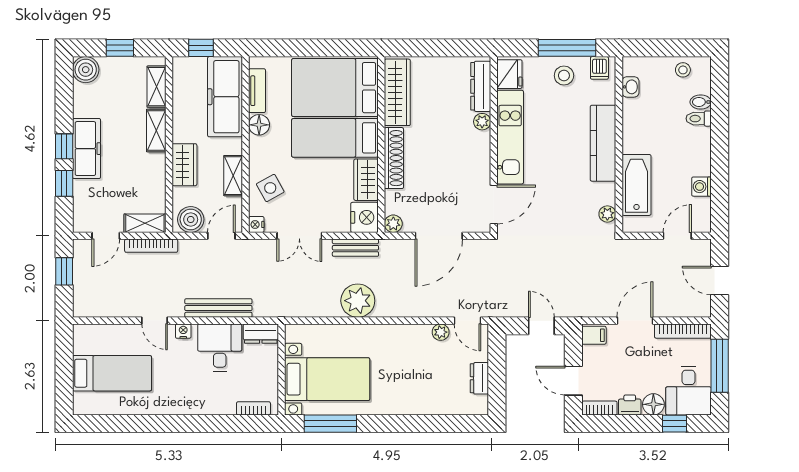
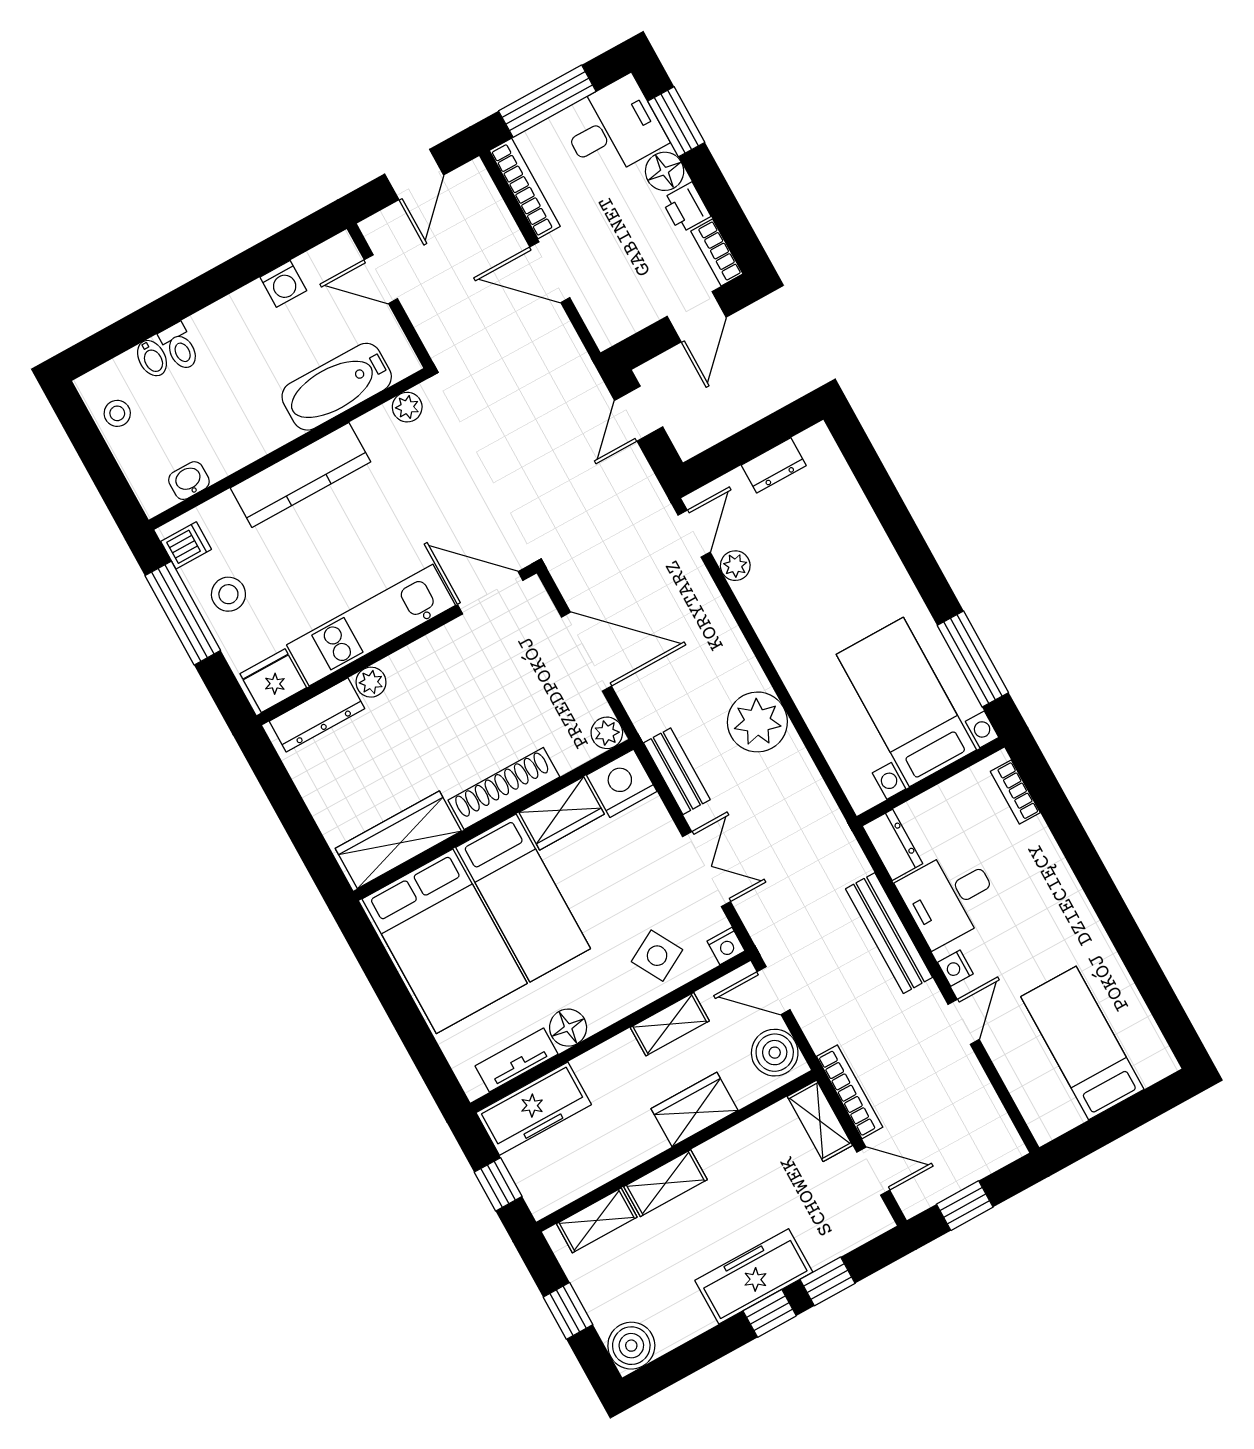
freezer: (225, 97) -> (534, 1109), width x0.73, depth x0.79
filing cabinet: (594, 335) -> (608, 324), removed
window: (675, 424) -> (676, 122), width x1.50

